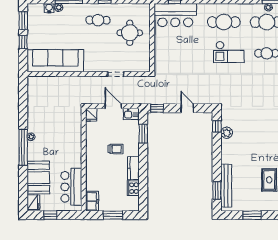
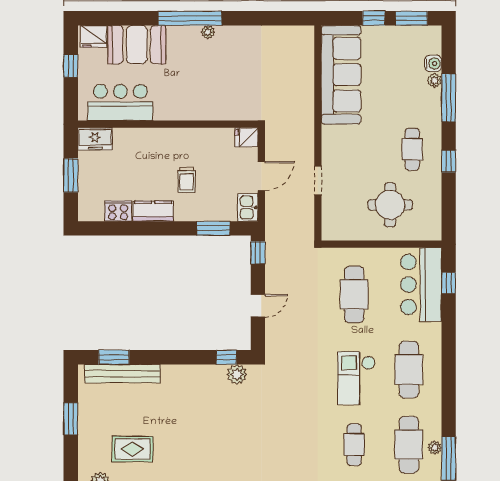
cafe table: (181, 53) -> (354, 294), added
plant: (227, 133) -> (237, 374), moved

